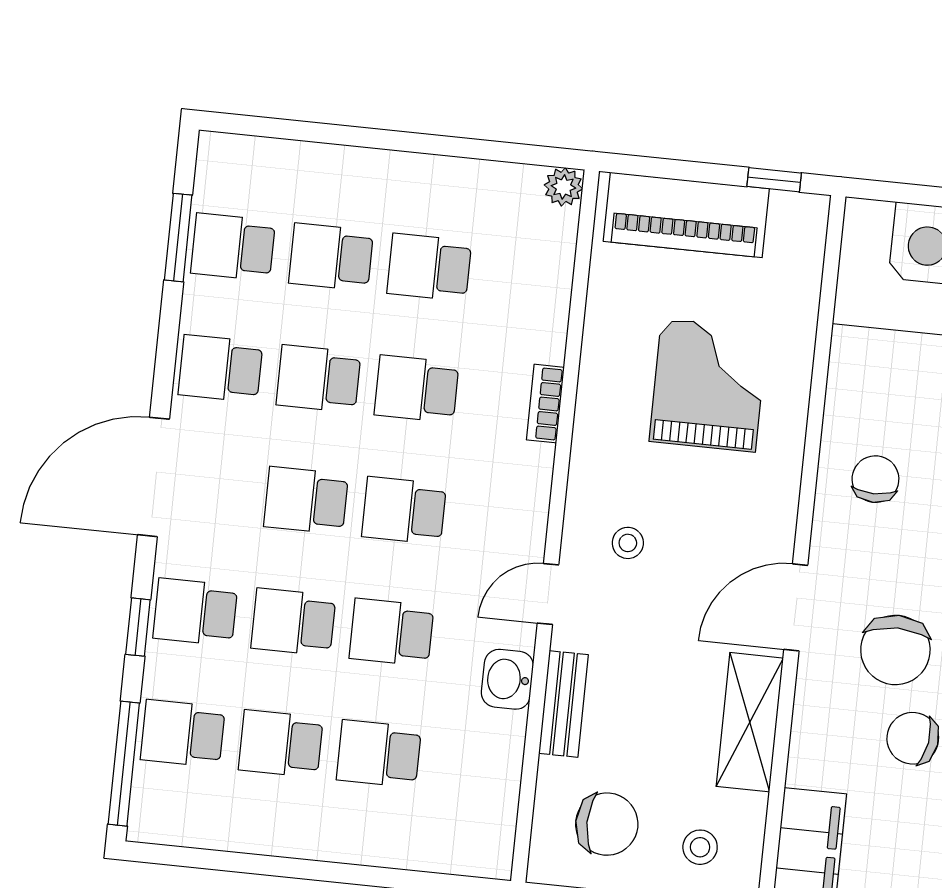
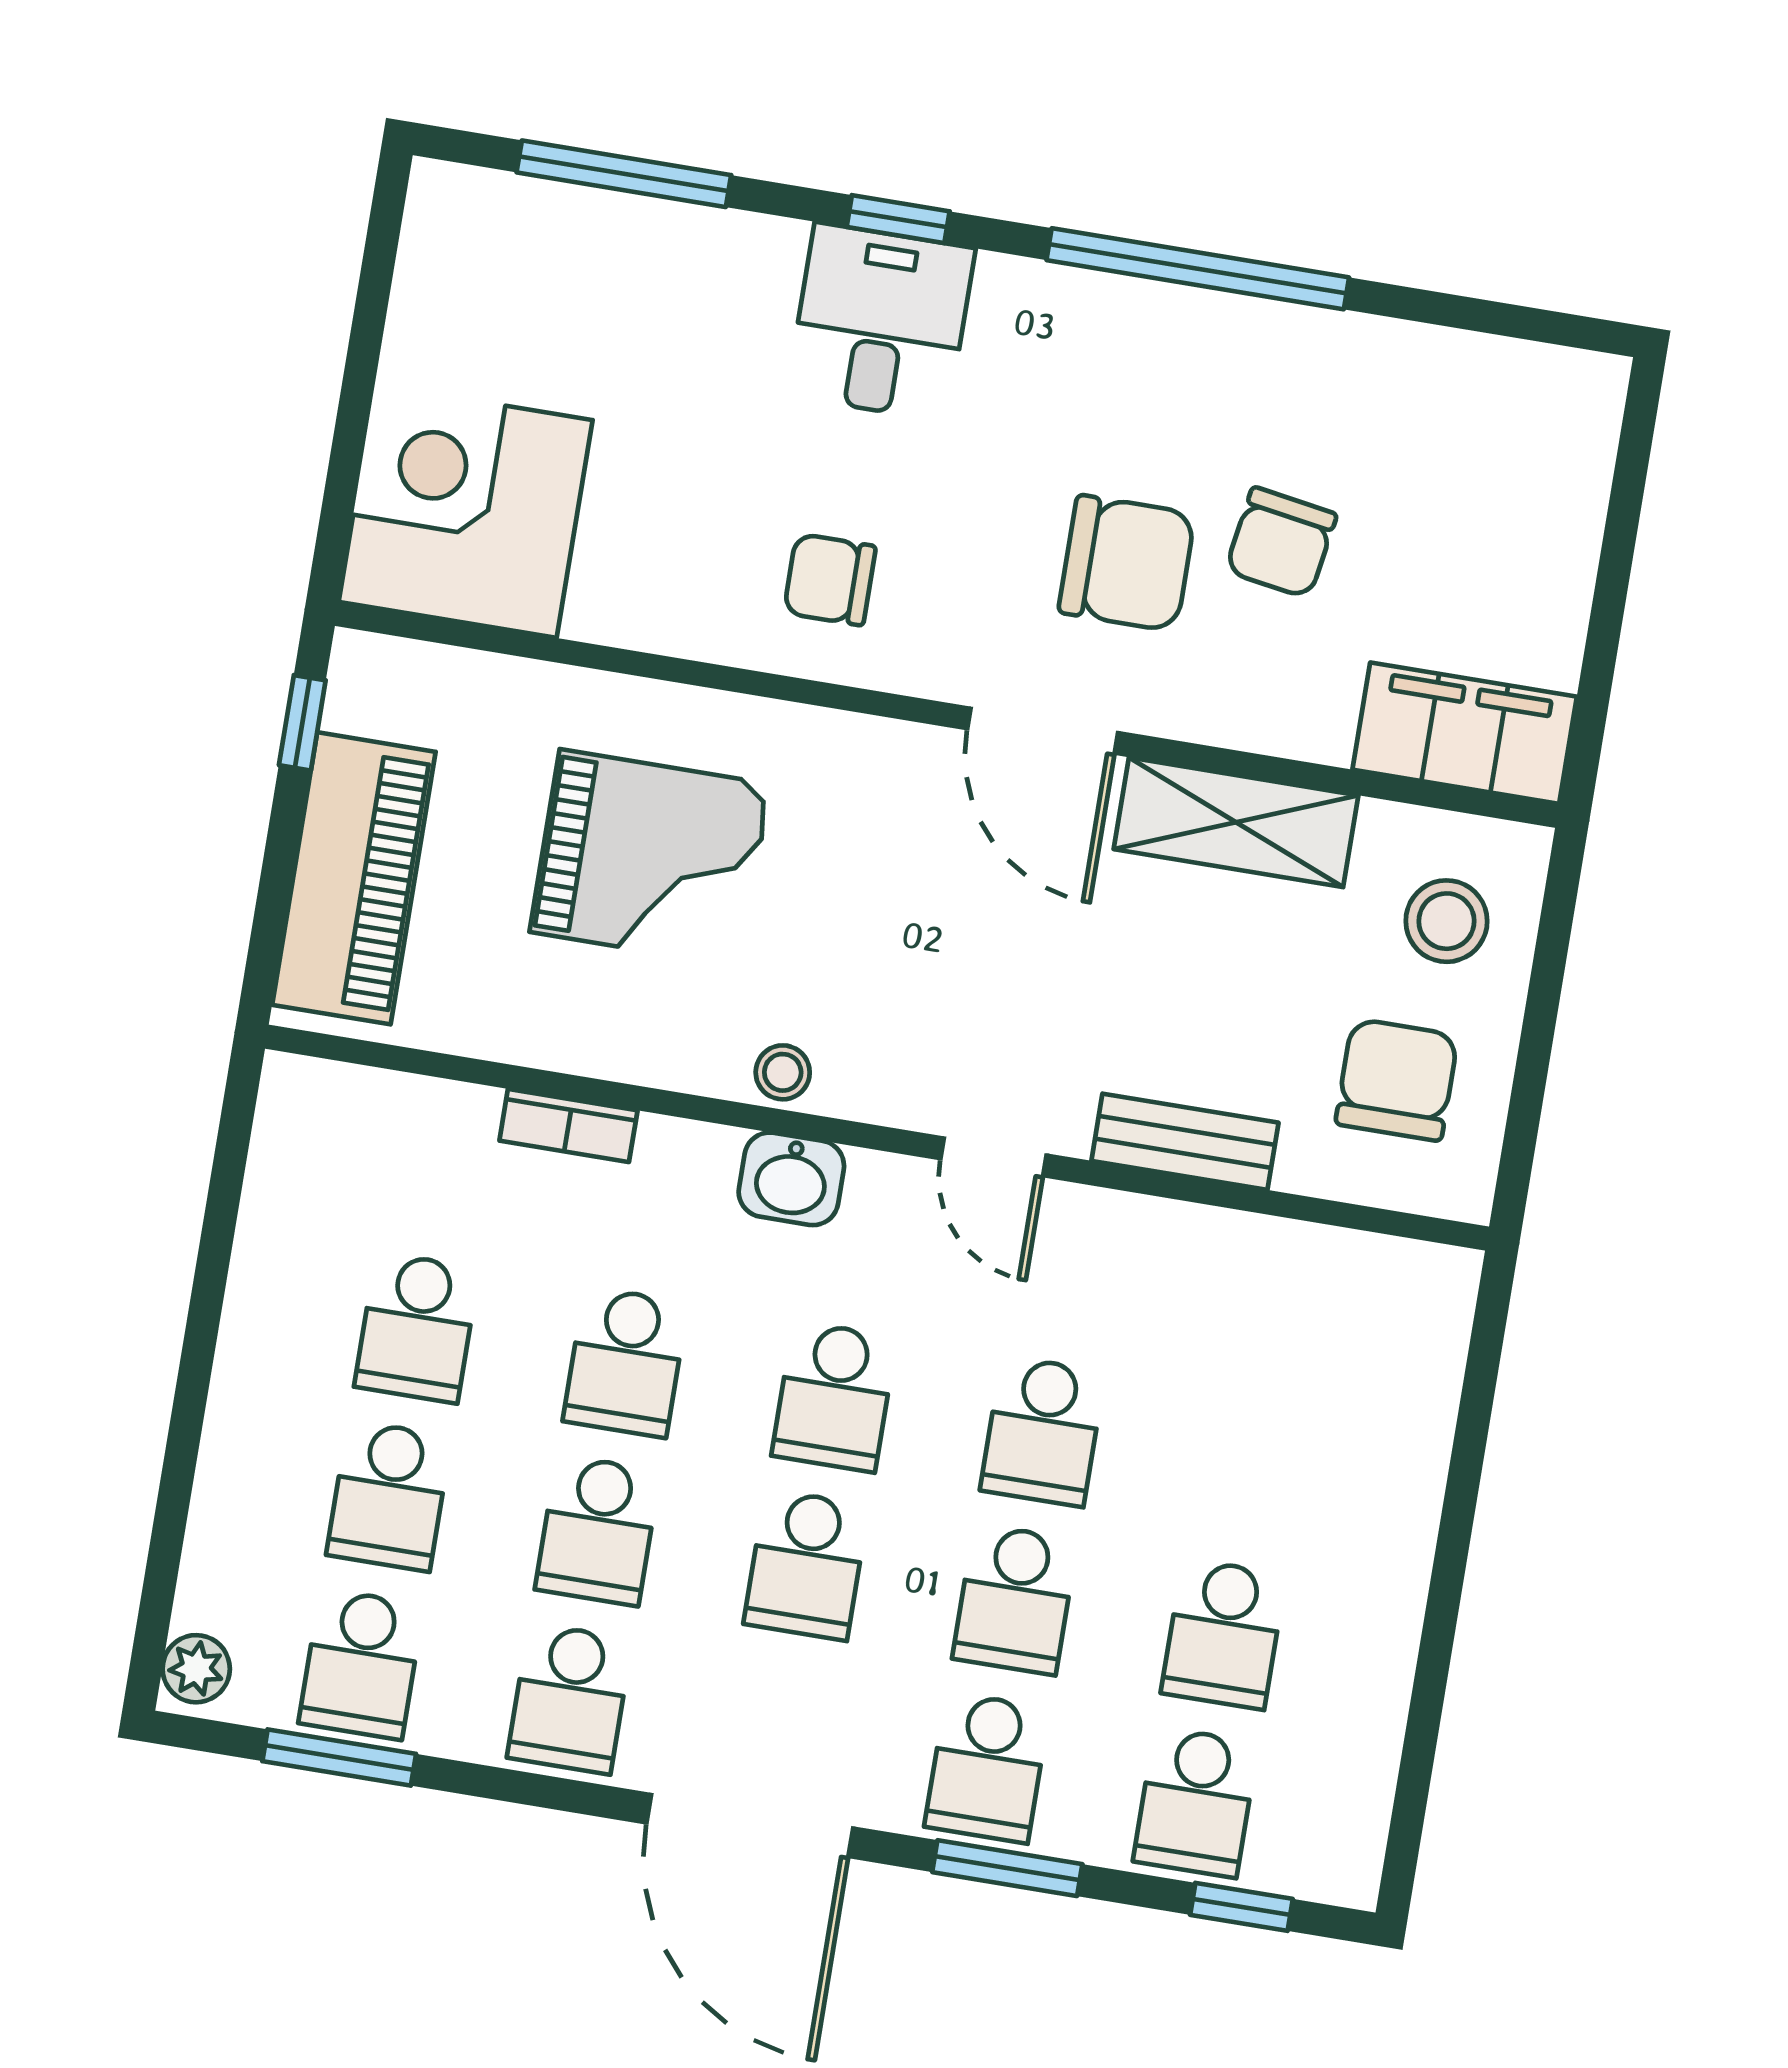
plant: (563, 187) -> (196, 1669), moved
grand piano: (708, 385) -> (650, 858), turned 180
bookcase: (545, 404) -> (568, 1125), moved
stool: (628, 543) -> (783, 1072), moved
window: (138, 627) -> (1007, 1868), width x1.50
washbasin: (507, 679) -> (791, 1179), moved
school desk: (379, 754) -> (1251, 1466), removed
window: (124, 764) -> (1241, 1907), width x0.46
stool: (700, 847) -> (1446, 921), width x1.37, depth x1.37

